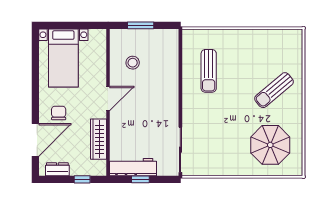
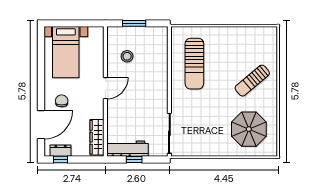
sun lounger: (209, 71) -> (194, 64), width x1.36, depth x1.34
wardrobe: (99, 139) -> (97, 137), moved
window: (82, 179) -> (61, 160), moved

